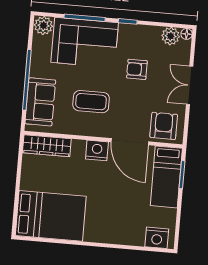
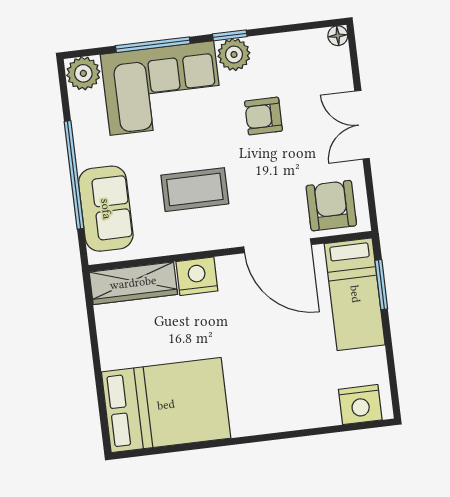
plant: (171, 36) -> (234, 55), moved
nightstand: (97, 150) -> (197, 276), moved

